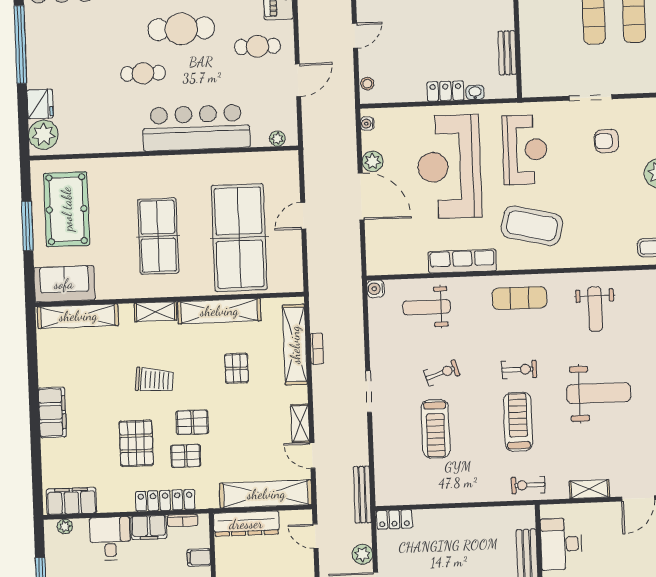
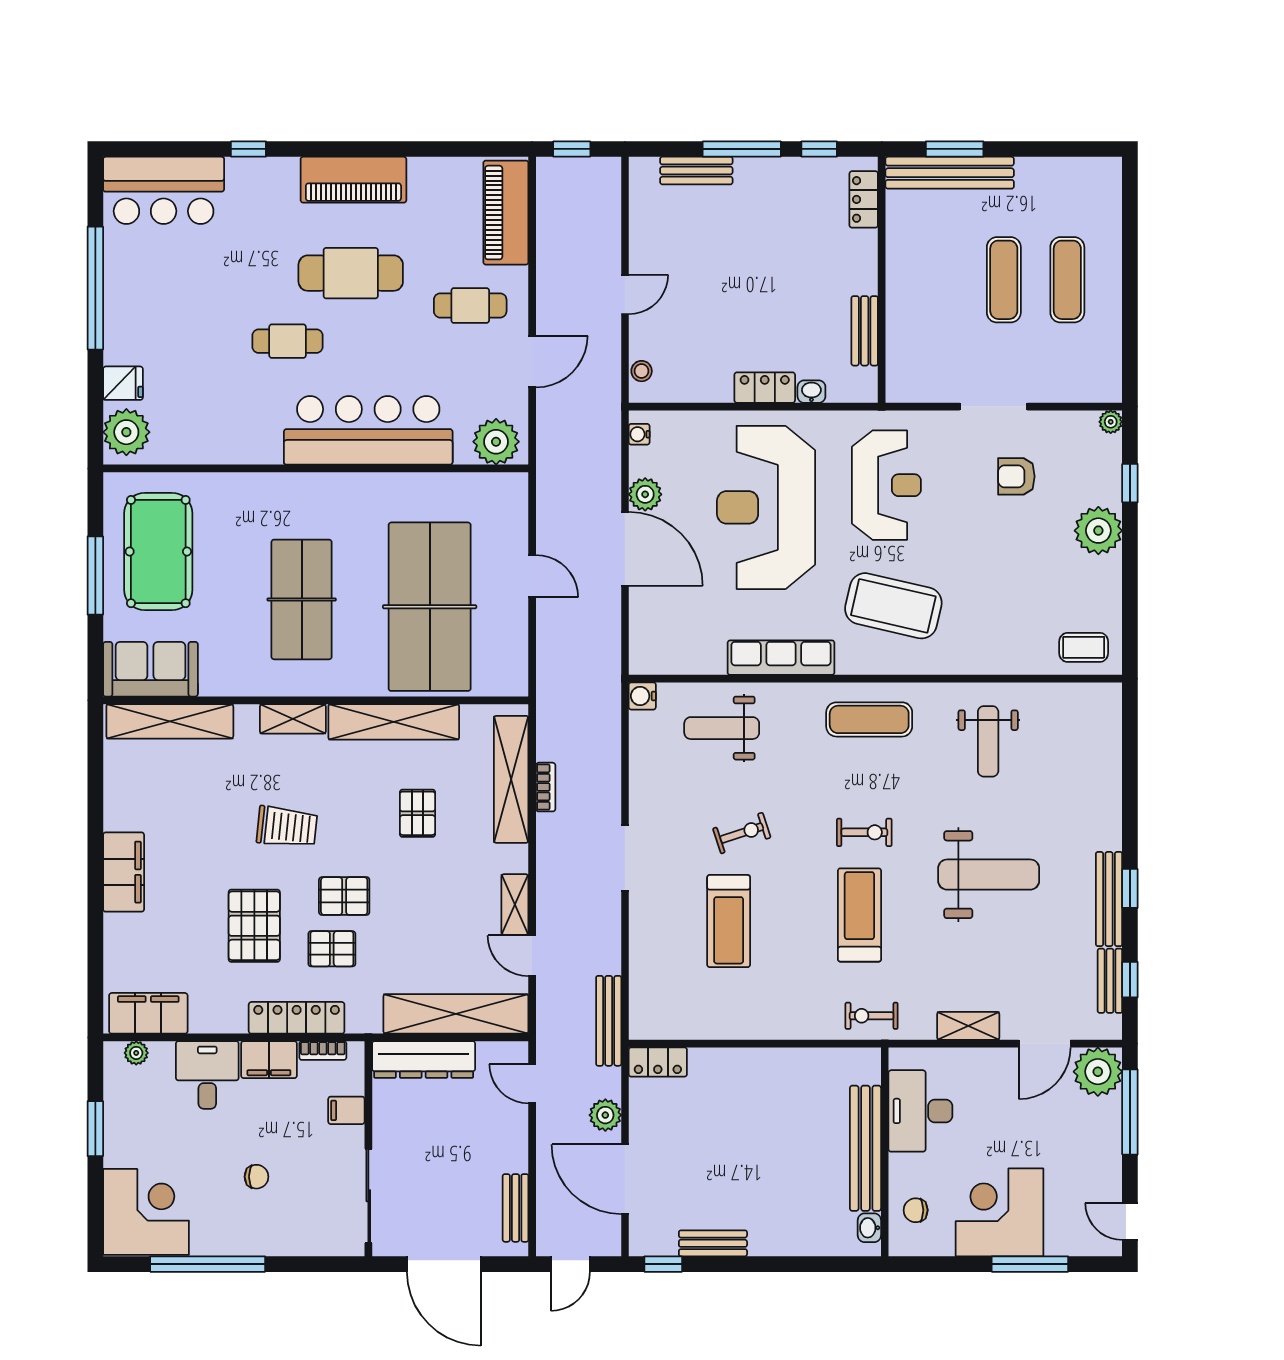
fridge: (40, 104) -> (123, 383), width x0.72
plant: (277, 139) -> (496, 442), width x1.87, depth x1.87
door: (303, 216) -> (532, 576), swing flipped

